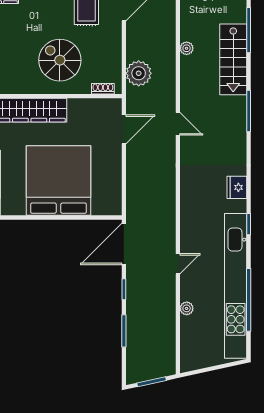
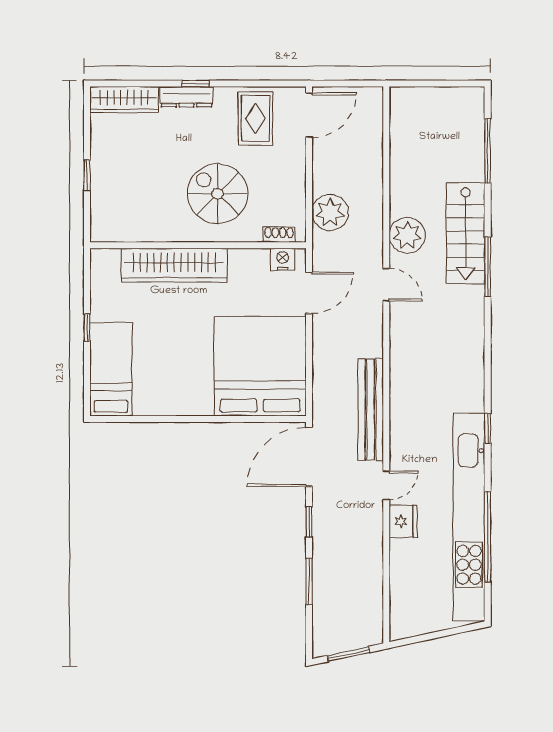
plant: (187, 48) -> (407, 235), moved, width x1.87, depth x1.87
stairs: (233, 59) -> (466, 233), moved
nightstand: (105, 106) -> (283, 259), added
bed: (59, 181) -> (260, 366), moved
fridge: (237, 187) -> (403, 521), moved, turned 180
bench: (167, 211) -> (371, 410), added
plant: (187, 308) -> (399, 549), removed

